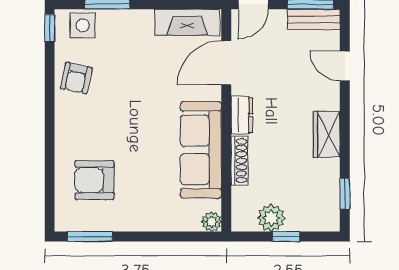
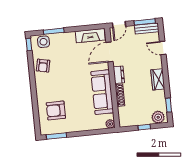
plant: (271, 218) -> (158, 117), moved

